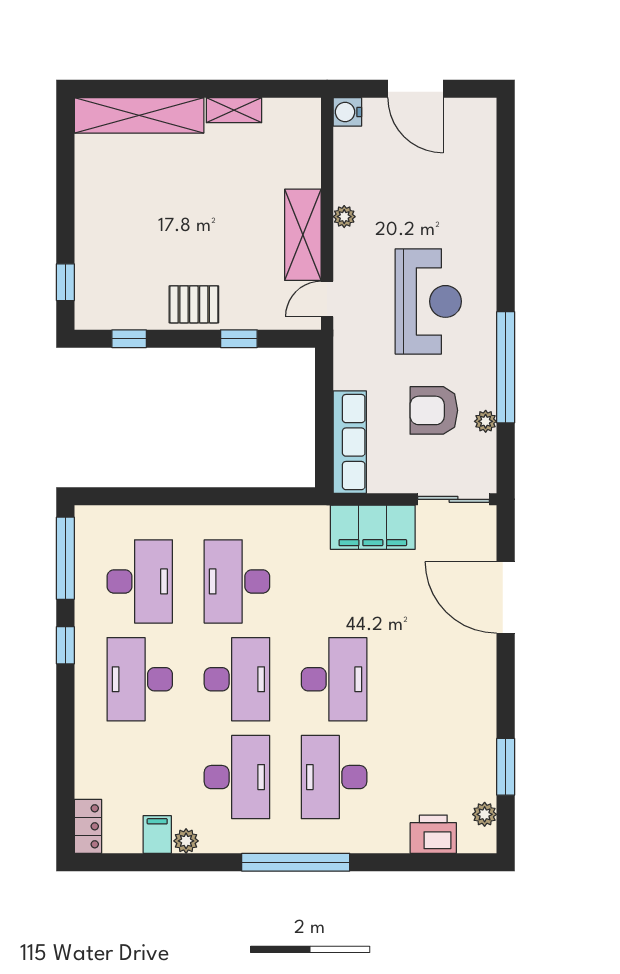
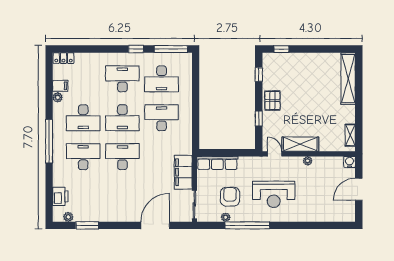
shelving: (234, 110) -> (350, 135), moved
desk: (334, 679) -> (122, 157), turned 180

